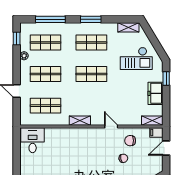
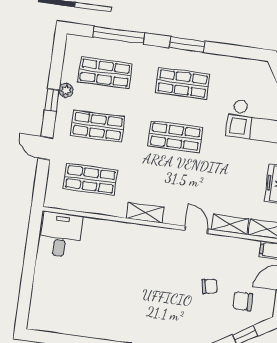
shelving: (128, 27) -> (230, 224), moved
window: (17, 39) -> (52, 100), moved
chair: (130, 141) -> (243, 301), moved

